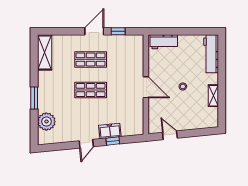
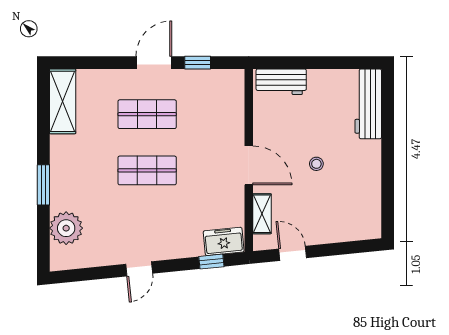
shelving: (213, 96) -> (262, 214), moved
freezer: (110, 131) -> (224, 241), moved
window: (113, 141) -> (211, 262), moved

